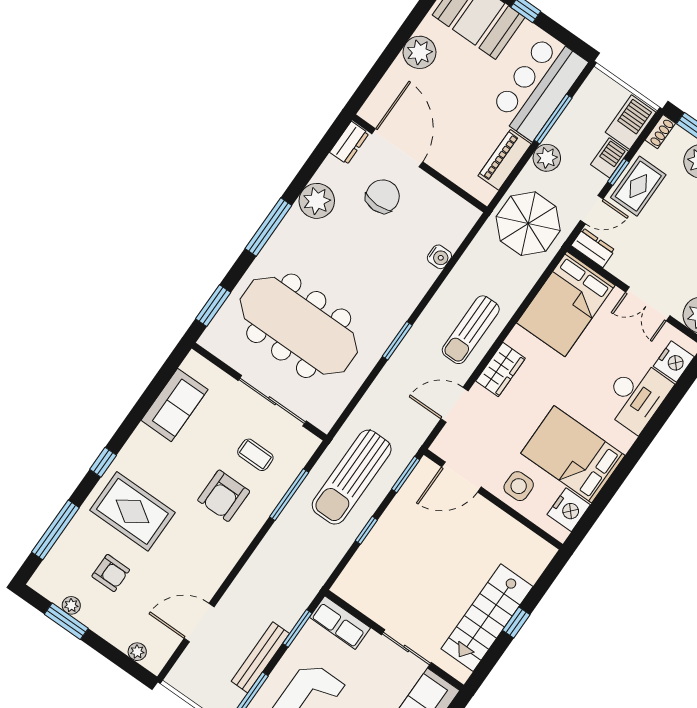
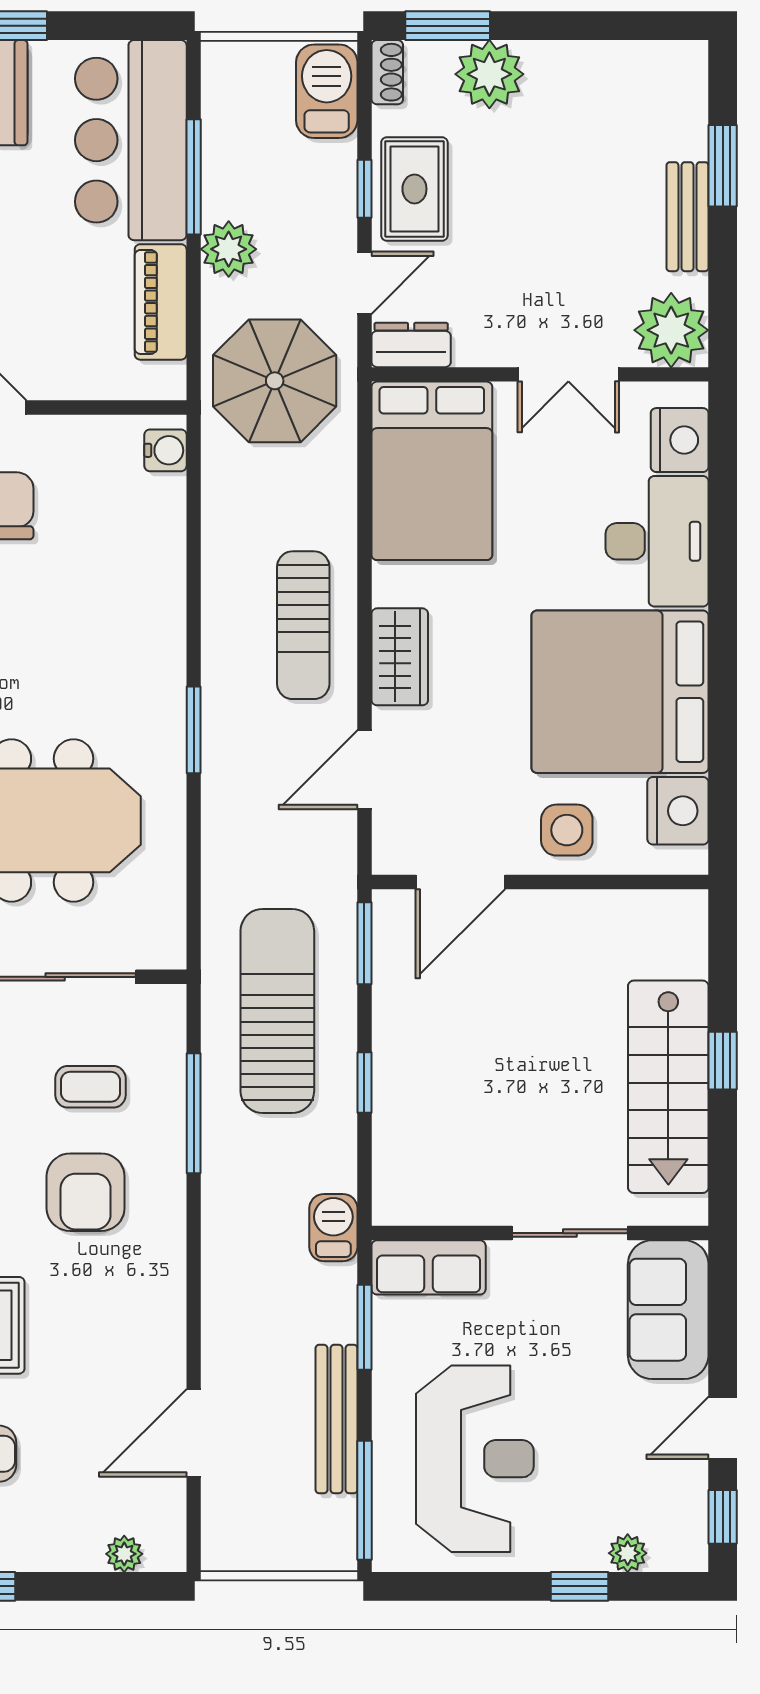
barbecue: (609, 158) -> (333, 1228), moved
water cooler: (439, 257) -> (165, 450), moved
bed: (573, 454) -> (620, 692), width x1.36
sun lounger: (352, 477) -> (277, 1011), turned 180

